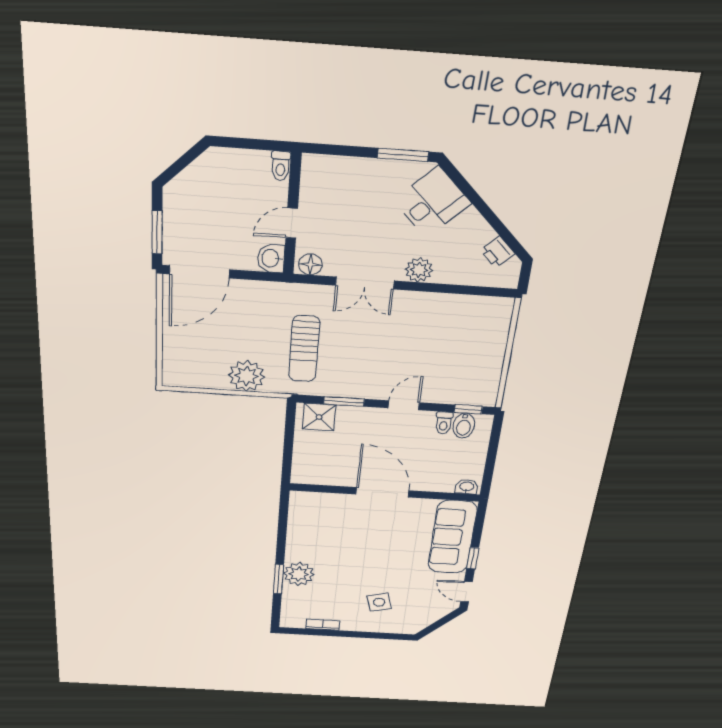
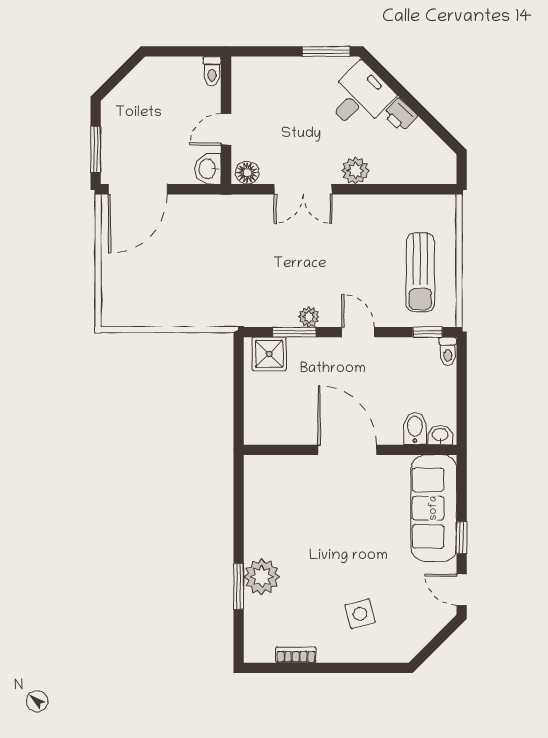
printer: (498, 252) -> (400, 115), moved
sun lounger: (304, 349) -> (420, 272), moved
plant: (247, 376) -> (309, 317), moved, width x0.53, depth x0.53
door: (404, 405) -> (358, 332), hinge flipped
toilet: (444, 423) -> (448, 351), moved
bidet: (464, 426) -> (415, 429), moved, turned 180

